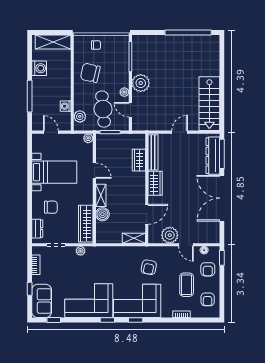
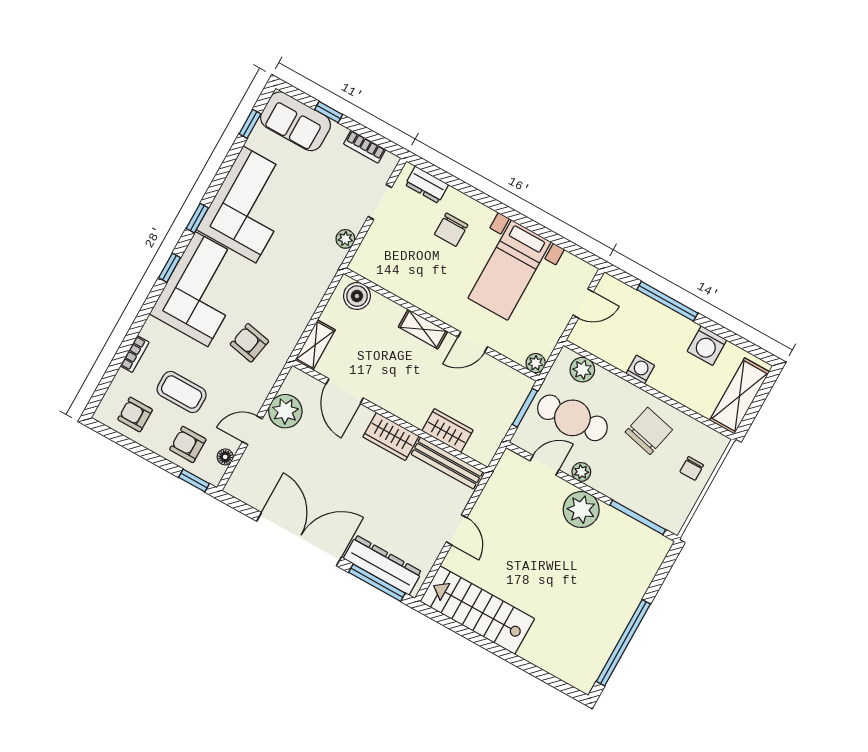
washing machine: (66, 106) -> (640, 369), moved
boiler: (102, 214) -> (357, 296), moved
wardrobe: (86, 224) -> (388, 275), removed

